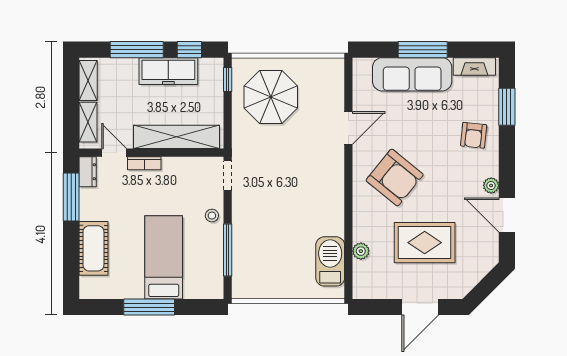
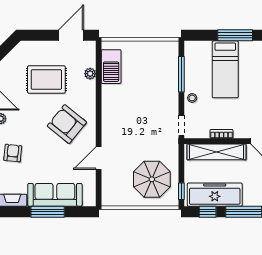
freezer: (168, 71) -> (215, 195), width x1.36, depth x1.26
bookcase: (144, 163) -> (221, 134), moved
door: (420, 307) -> (71, 35), moved

